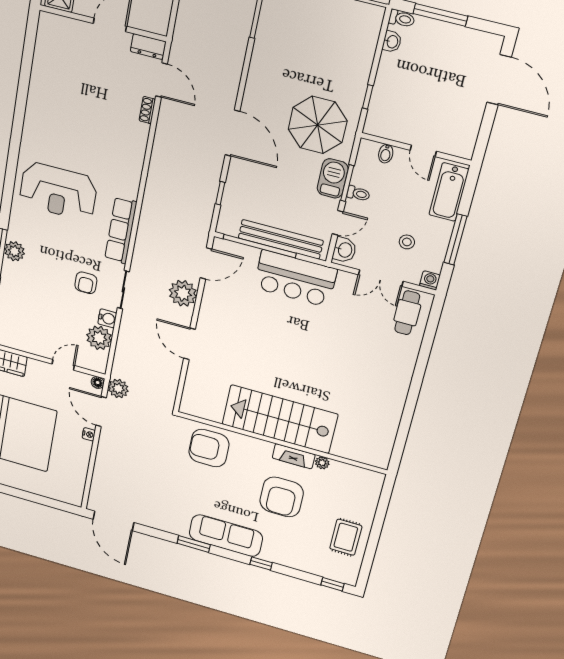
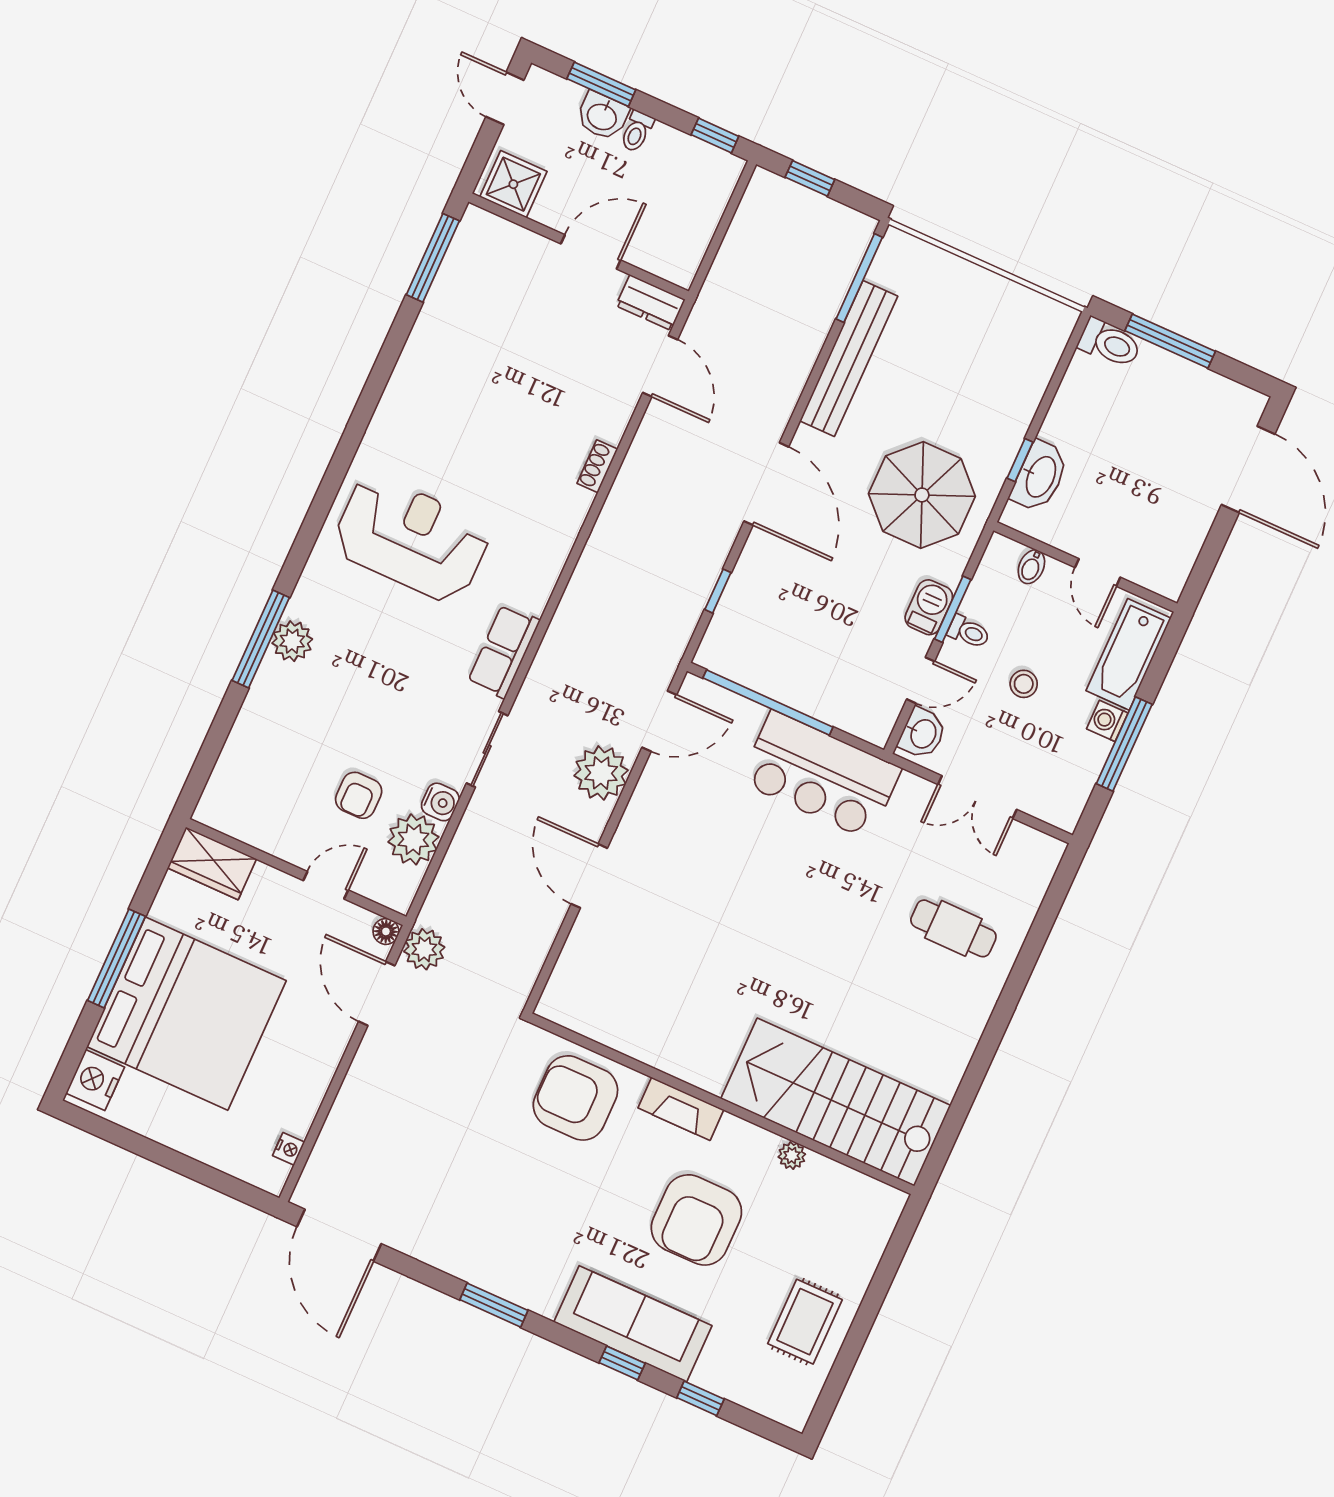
toilet: (402, 19) -> (1110, 343), width x1.37, depth x1.39
washbasin: (392, 42) -> (1040, 476), moved, width x1.91, depth x1.45
window: (29, 44) -> (433, 258), added
shoe rack: (147, 110) -> (597, 466), moved
barbecue: (333, 178) -> (929, 607), width x0.73, depth x0.79
reception desk: (58, 191) -> (411, 538), turned 180
row of seats: (121, 230) -> (504, 651), width x0.68
bench: (281, 239) -> (849, 358), moved, turned 90
stool: (407, 242) -> (1024, 684), moved
washing machine: (430, 280) -> (1107, 721), moved, turned -90
armchair: (86, 283) -> (359, 795), moved
cafe table: (407, 313) -> (953, 928), moved, turned 90
stairs: (280, 419) -> (836, 1102), moved
nightstand: (89, 434) -> (289, 1149), moved
fireplace: (294, 456) -> (681, 1109), moved
sofa: (226, 536) -> (633, 1324), moved
window: (333, 584) -> (700, 1398), moved

